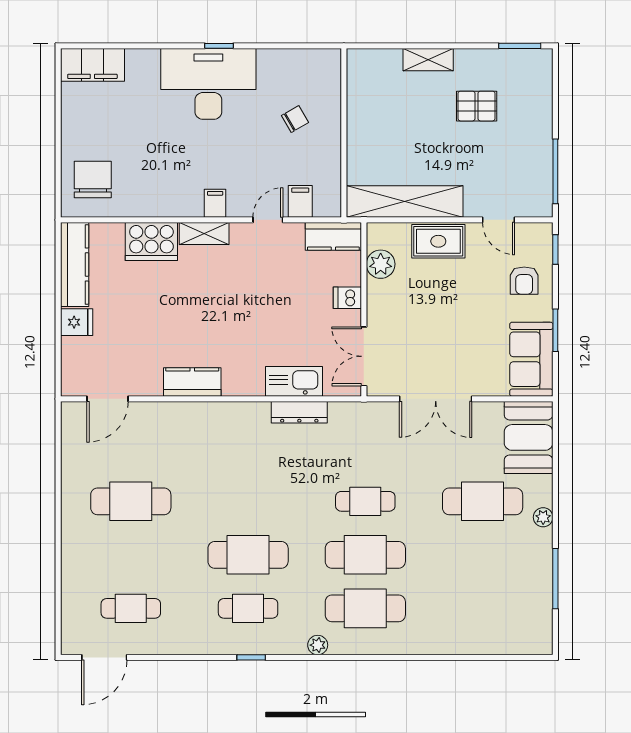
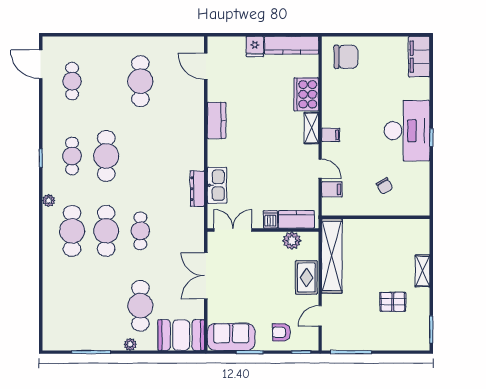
pallet: (477, 106) -> (393, 302), turned 90
kitchen counter: (333, 236) -> (296, 219), moved, turned 90

